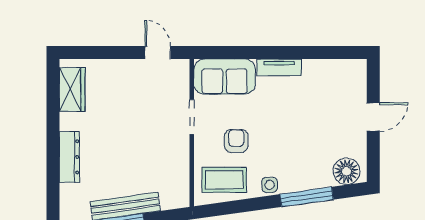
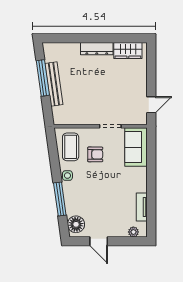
tv unit: (279, 67) -> (142, 207), moved
plant: (359, 81) -> (133, 232), added
door: (373, 117) -> (99, 241), moved
dresser: (69, 157) -> (97, 49), moved

